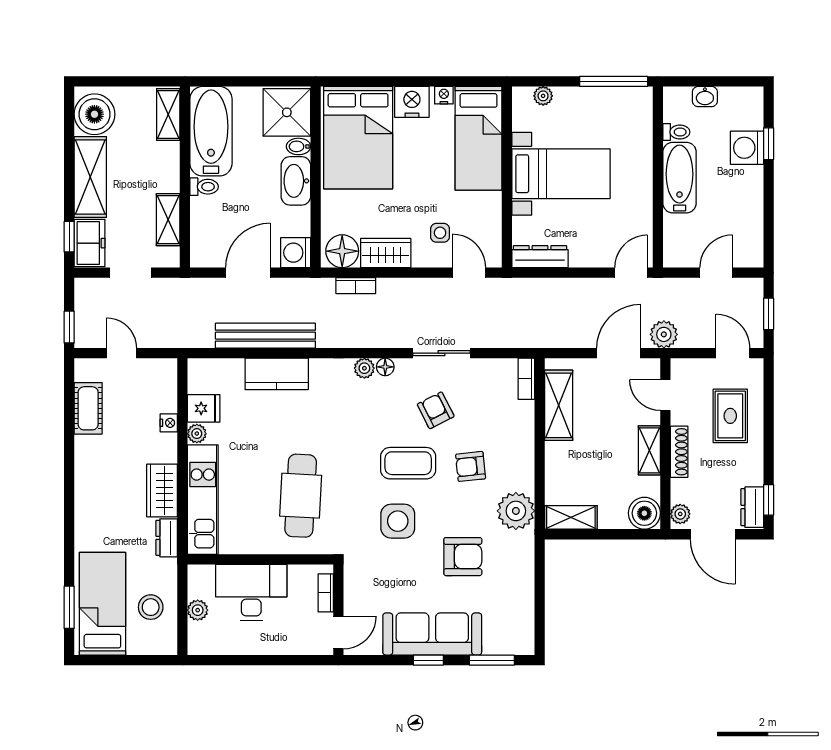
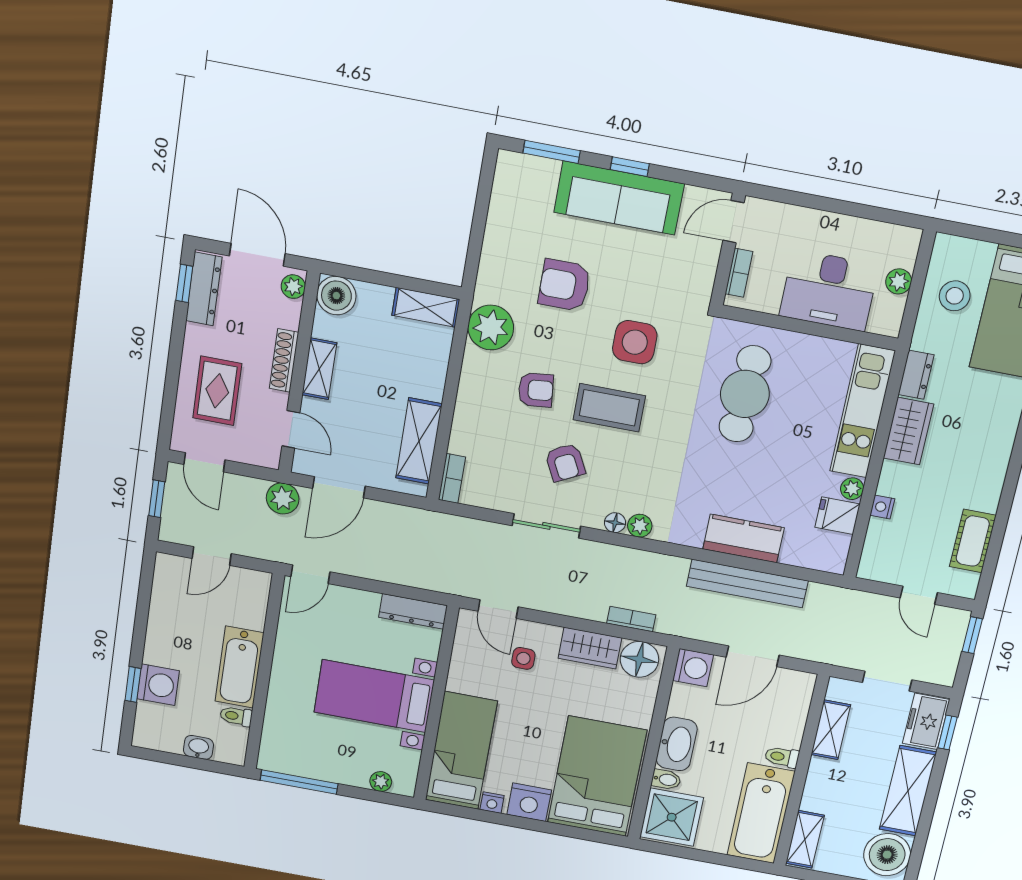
dresser: (752, 507) -> (204, 289), width x1.44

